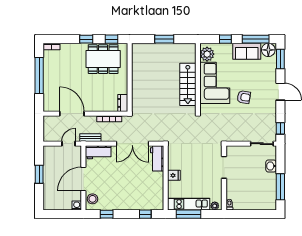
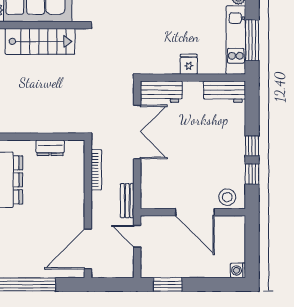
dresser: (123, 103) -> (50, 148), moved
door: (72, 114) -> (88, 249), moved
workbench: (98, 152) -> (225, 92), moved, turned 90
window: (39, 174) -> (168, 284), moved
washing machine: (77, 205) -> (238, 270), moved
window: (145, 214) -> (252, 146), moved

